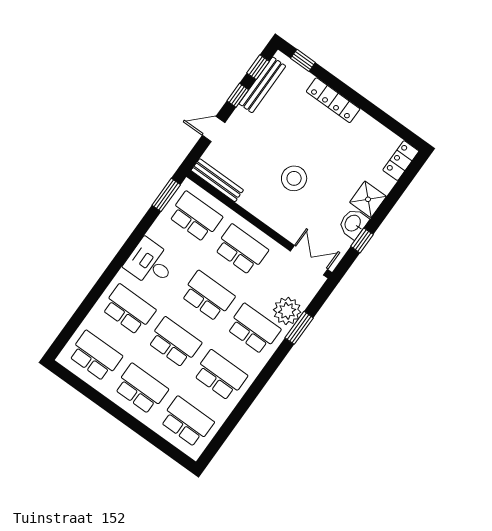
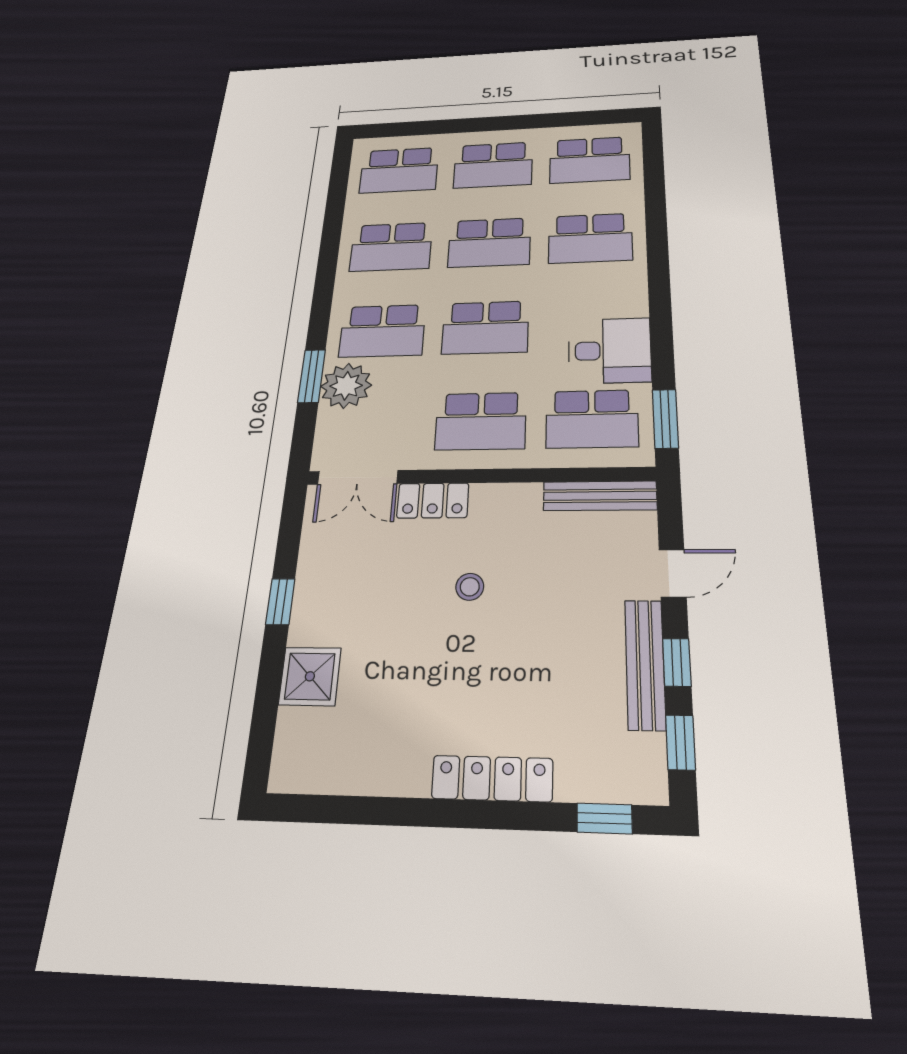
bench: (262, 85) -> (645, 664), moved
locker: (401, 161) -> (433, 501), moved, turned 90
stool: (294, 178) -> (470, 587), width x0.53, depth x0.53
shower: (368, 199) -> (310, 676), moved
washbasin: (353, 223) -> (317, 582), removed
window: (362, 240) -> (280, 602), moved
desk: (150, 263) -> (610, 350), moved

